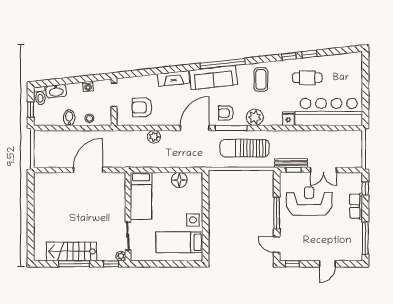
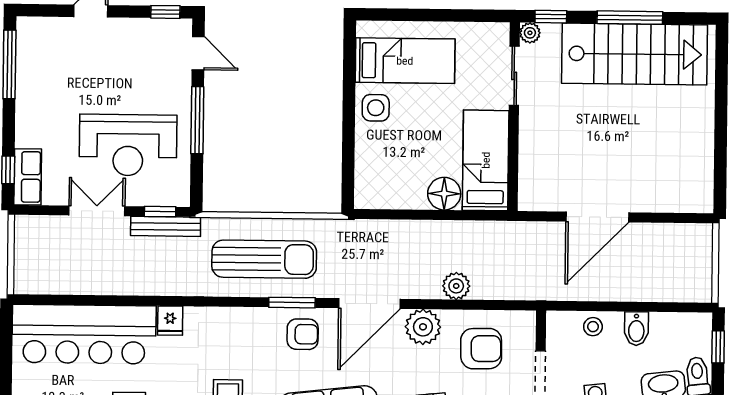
plant: (255, 117) -> (423, 327), moved
window: (231, 128) -> (292, 303), width x0.69
floor lamp: (179, 180) -> (444, 194), moved
row of seats: (356, 206) -> (28, 177), moved
stairs: (72, 251) -> (635, 54), width x1.36, depth x1.51

